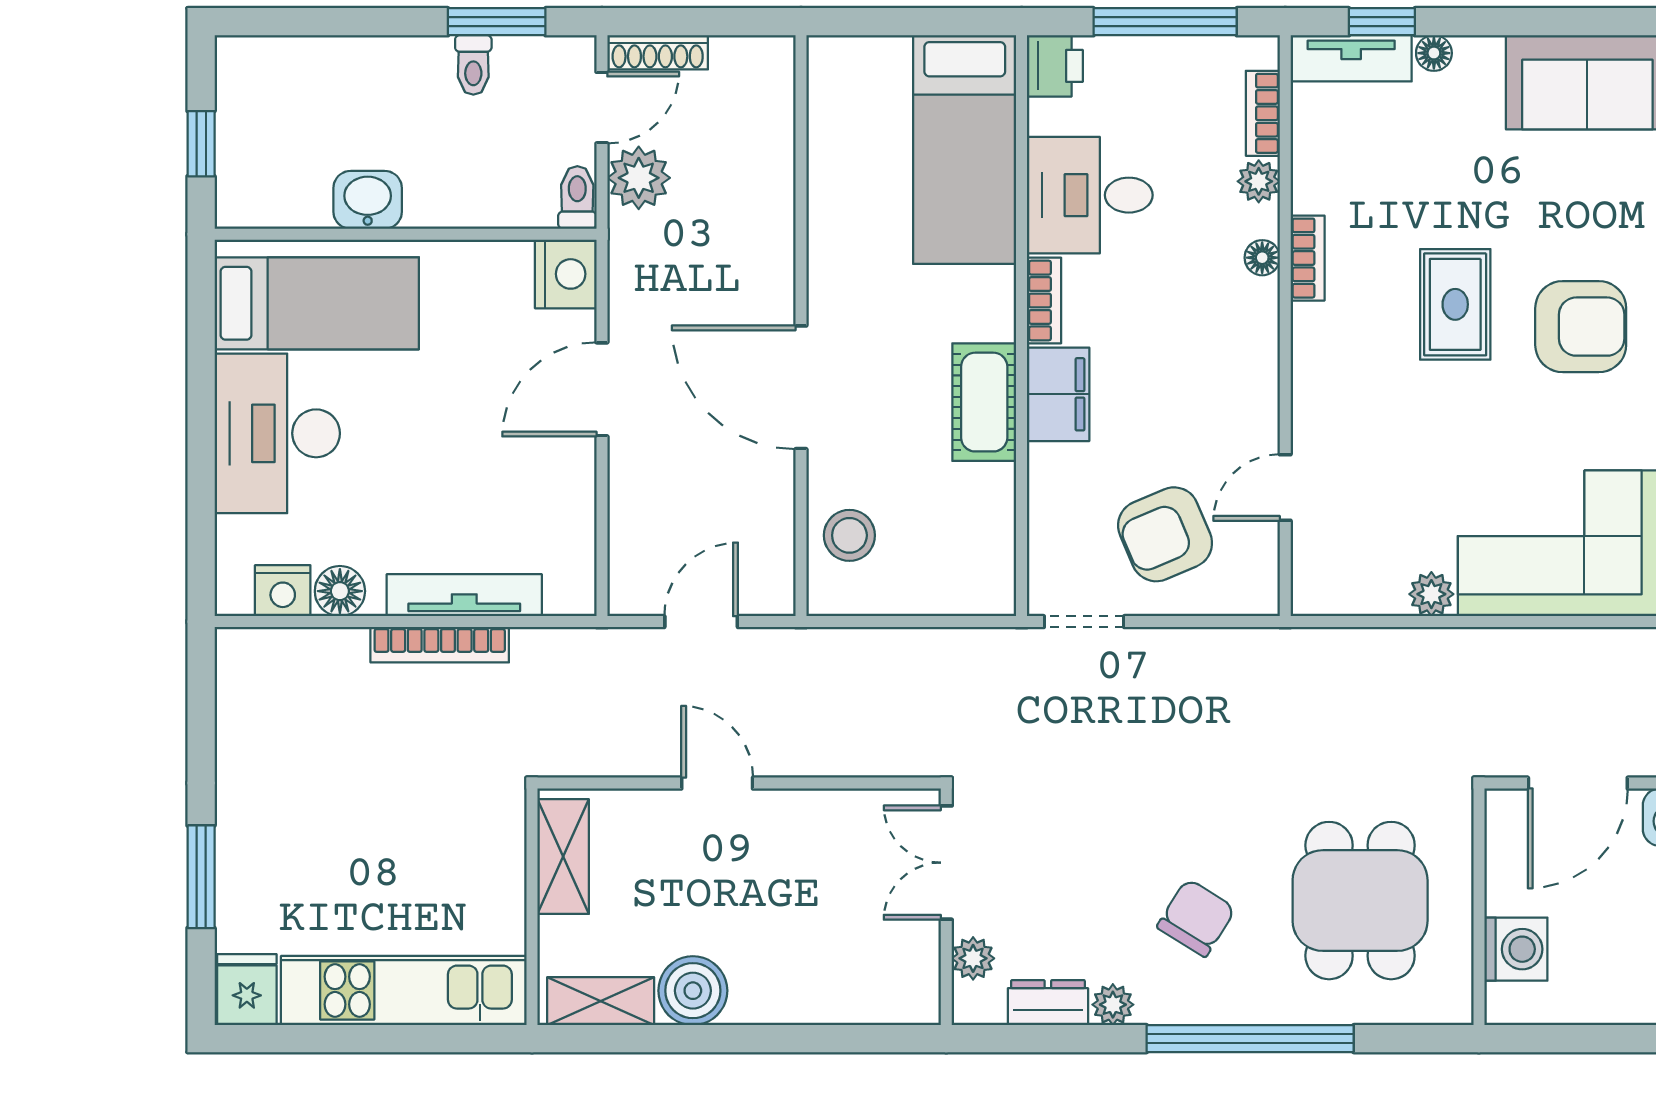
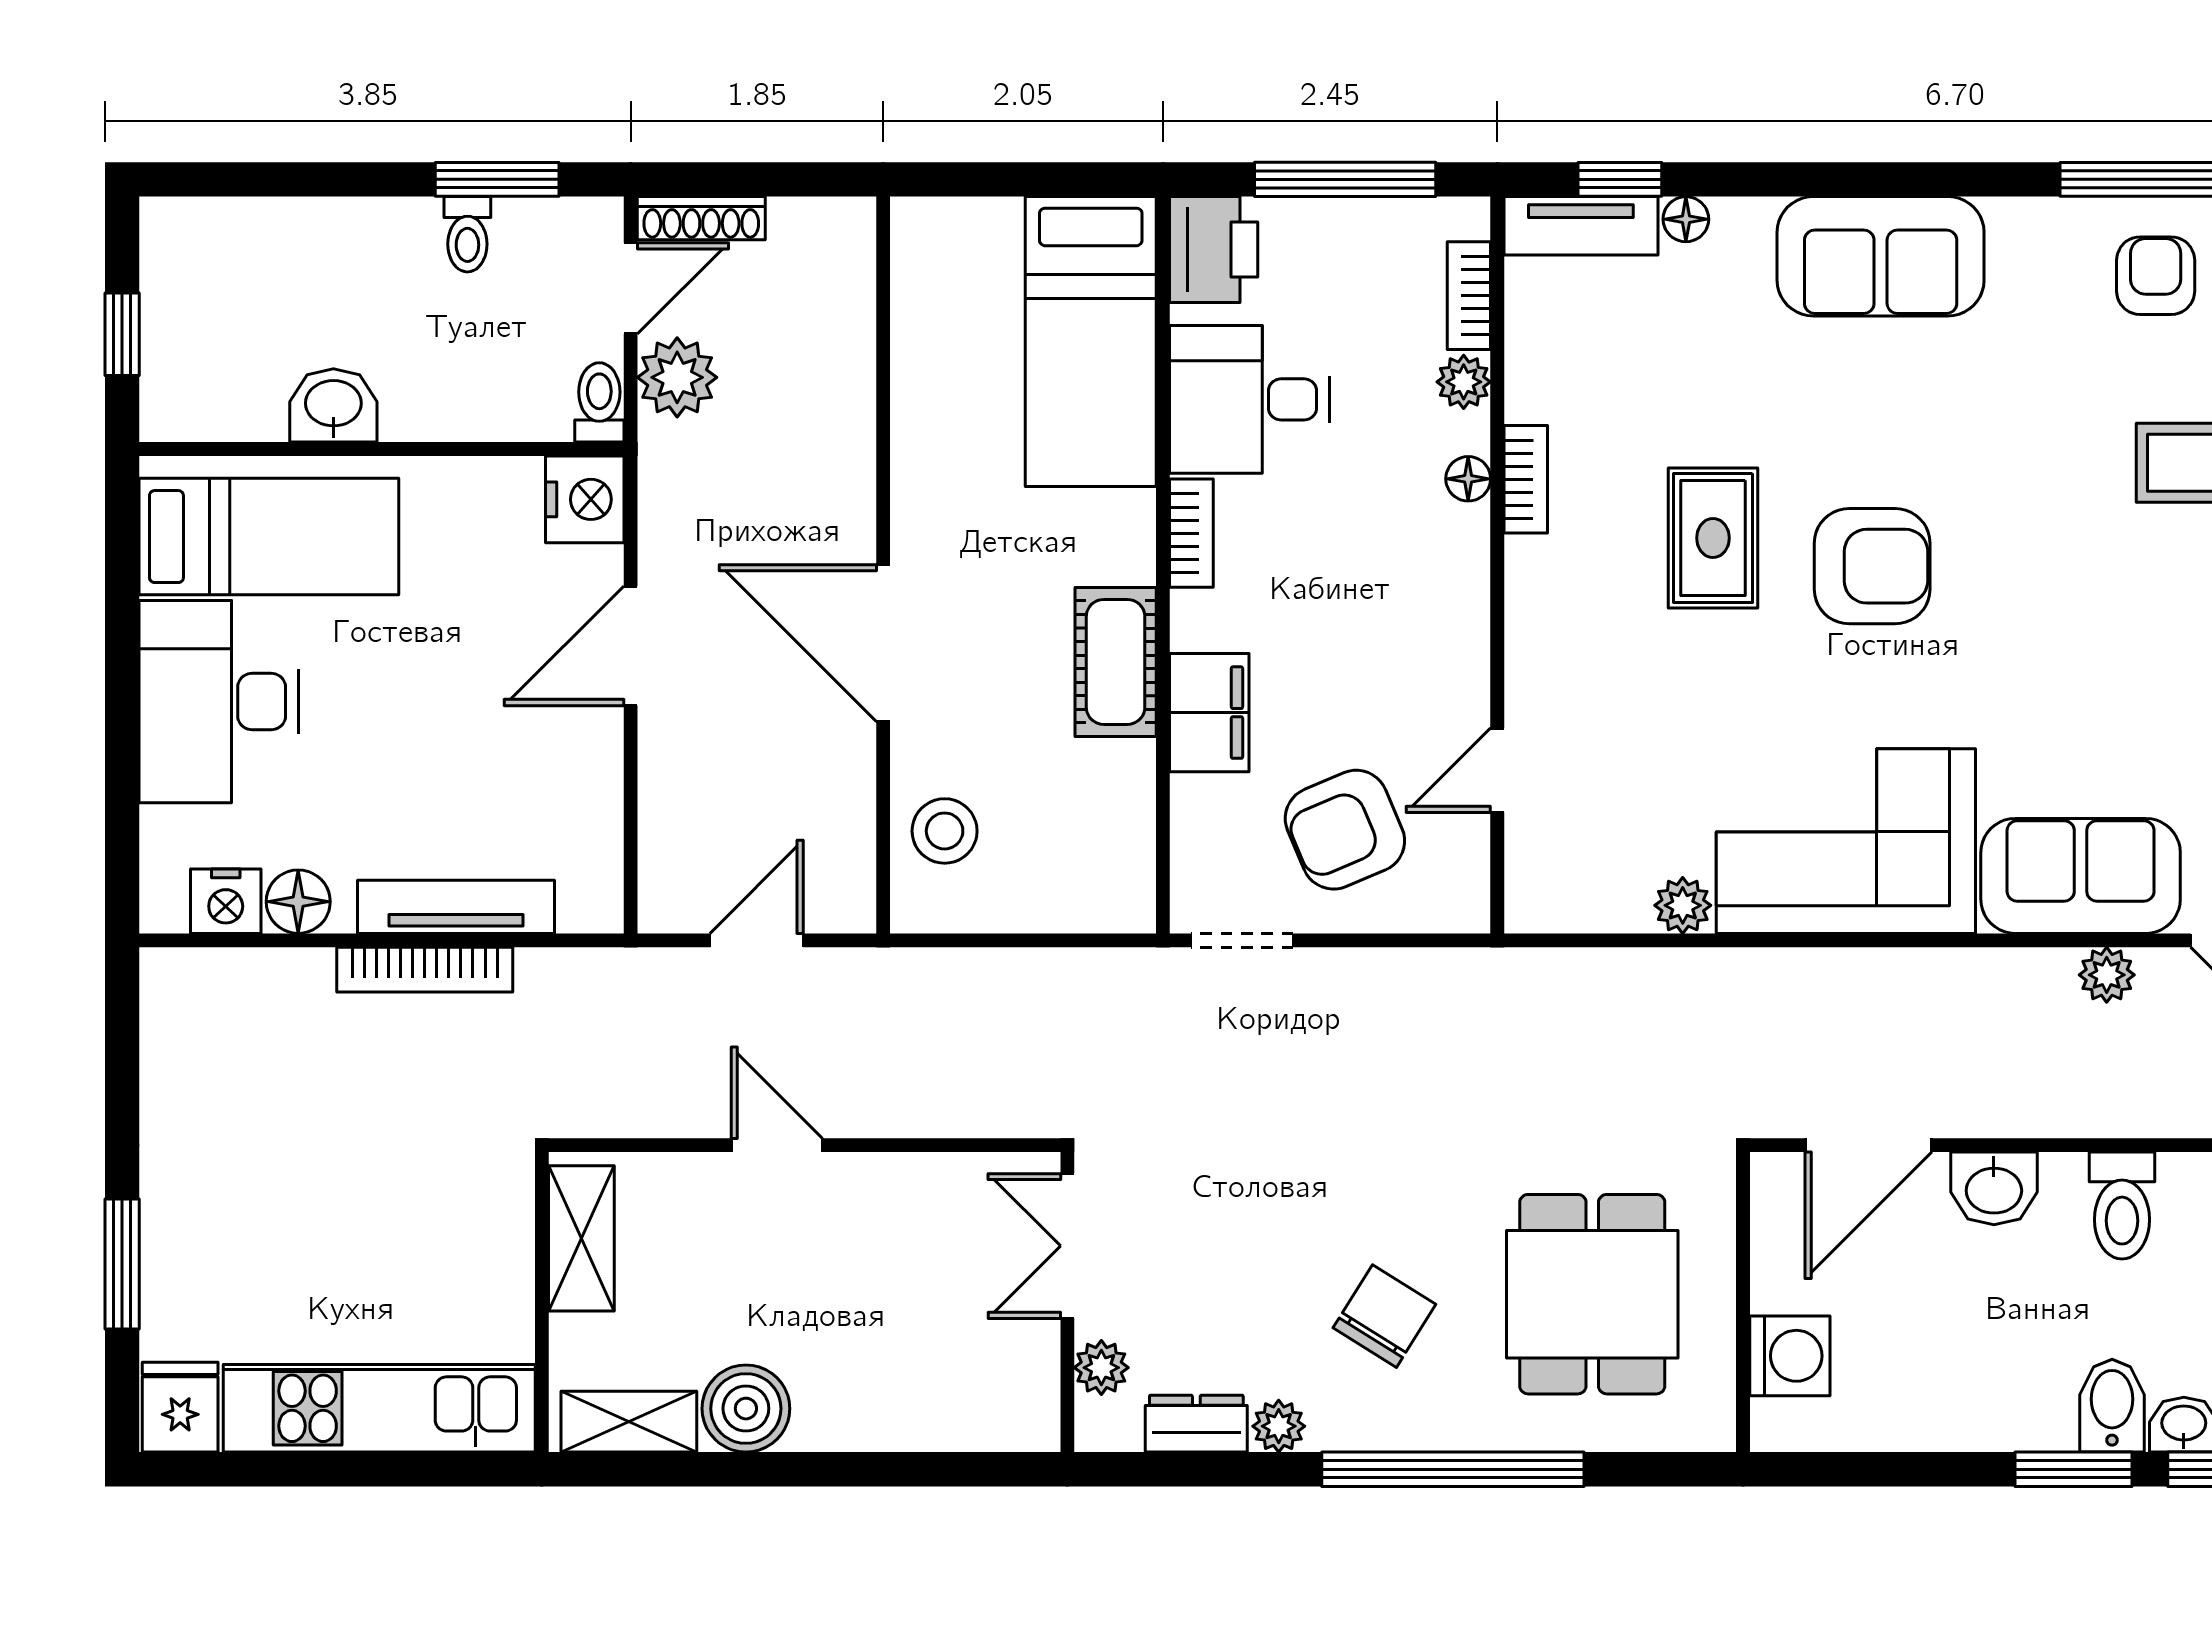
printer: (1055, 66) -> (1214, 250), width x1.36, depth x1.24
filing cabinet: (1058, 394) -> (1209, 713), moved

